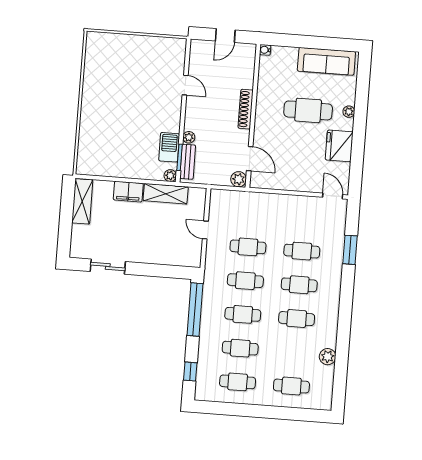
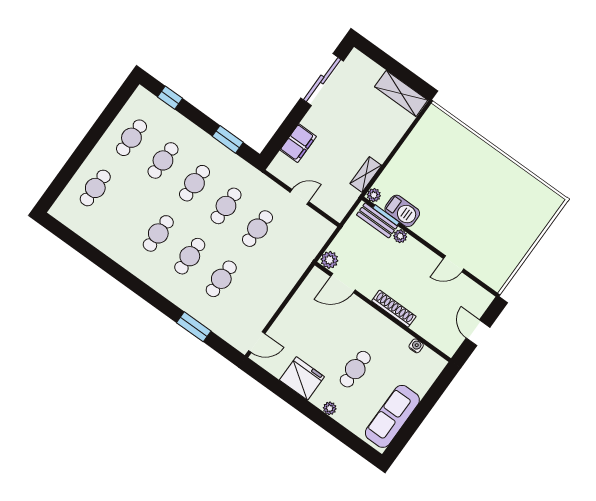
water cooler: (265, 50) -> (416, 346), moved
cafe table: (308, 110) -> (355, 369), width x0.73, depth x0.74
filing cabinet: (128, 192) -> (298, 143), moved, turned 180
shelving: (166, 194) -> (366, 174), width x0.67, depth x0.75
sliding door: (108, 267) -> (322, 80), width x1.37
window: (195, 310) -> (228, 139), width x0.47
plant: (328, 357) -> (102, 241), removed

